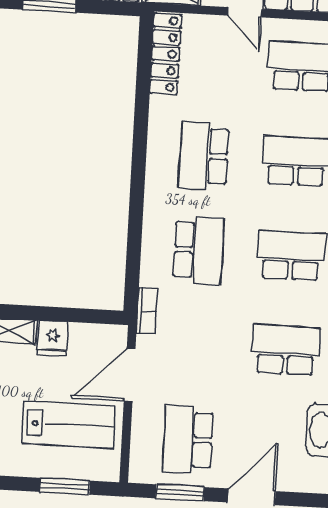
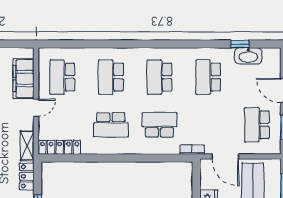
school desk: (188, 439) -> (257, 125), turned 90

